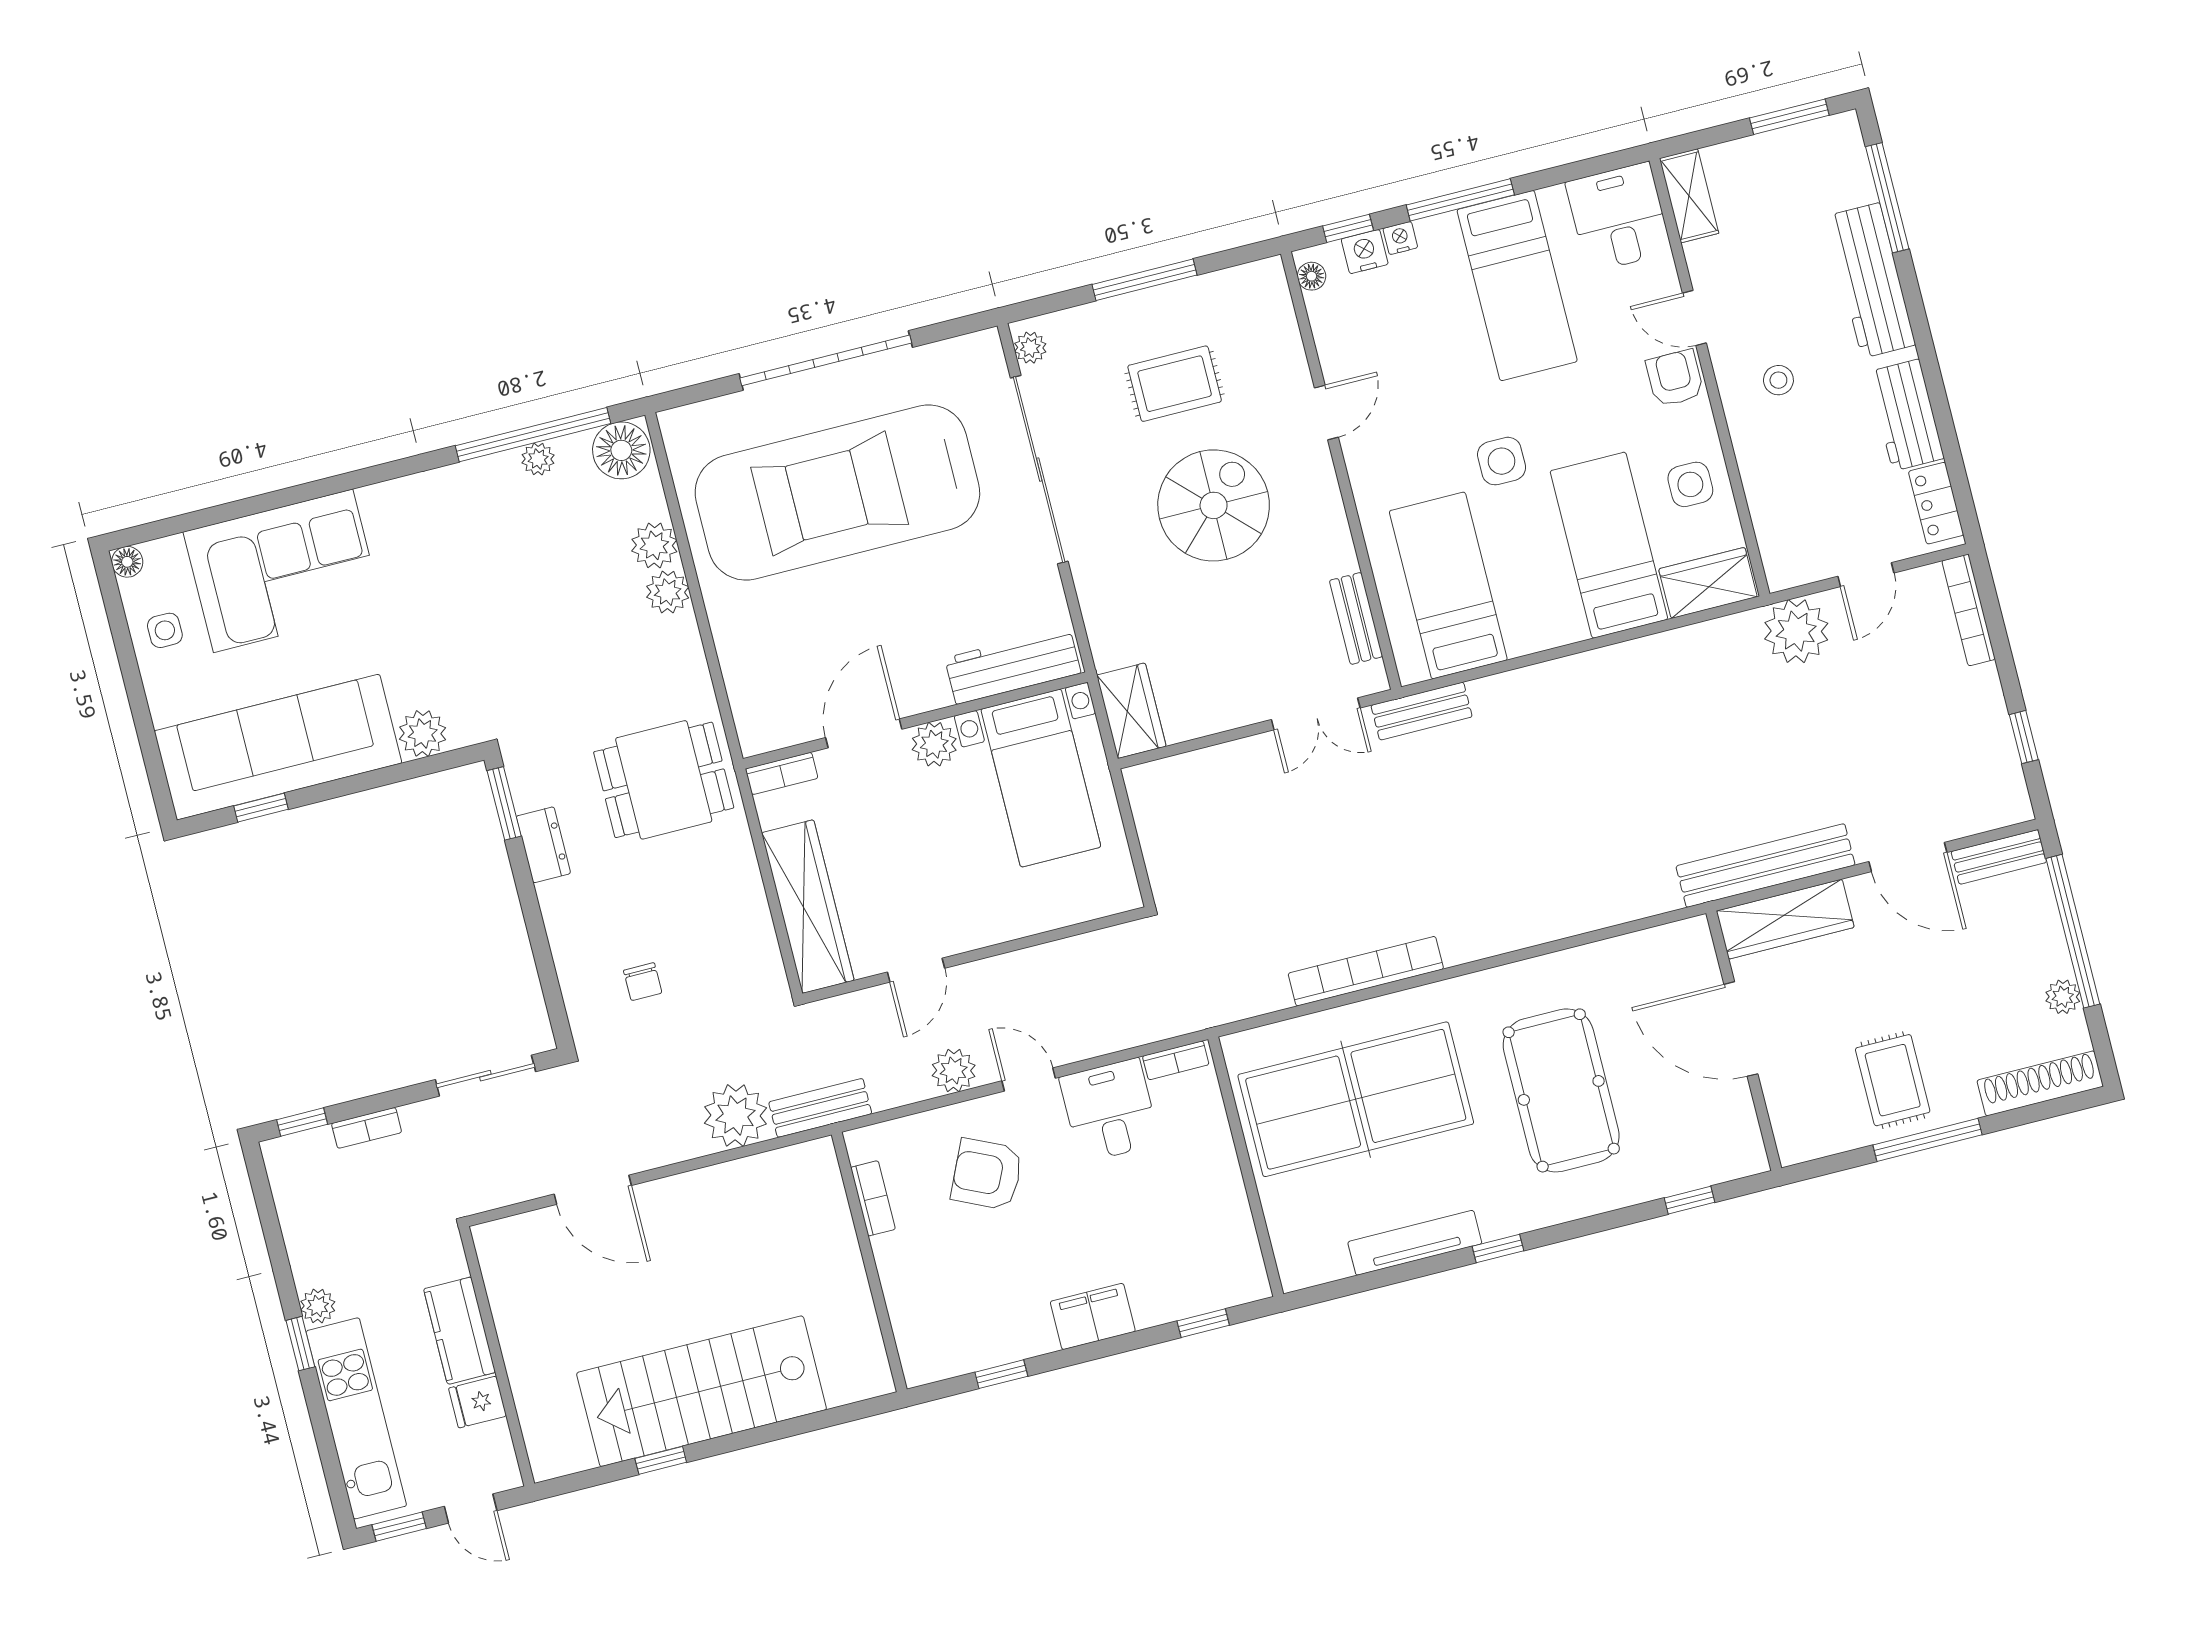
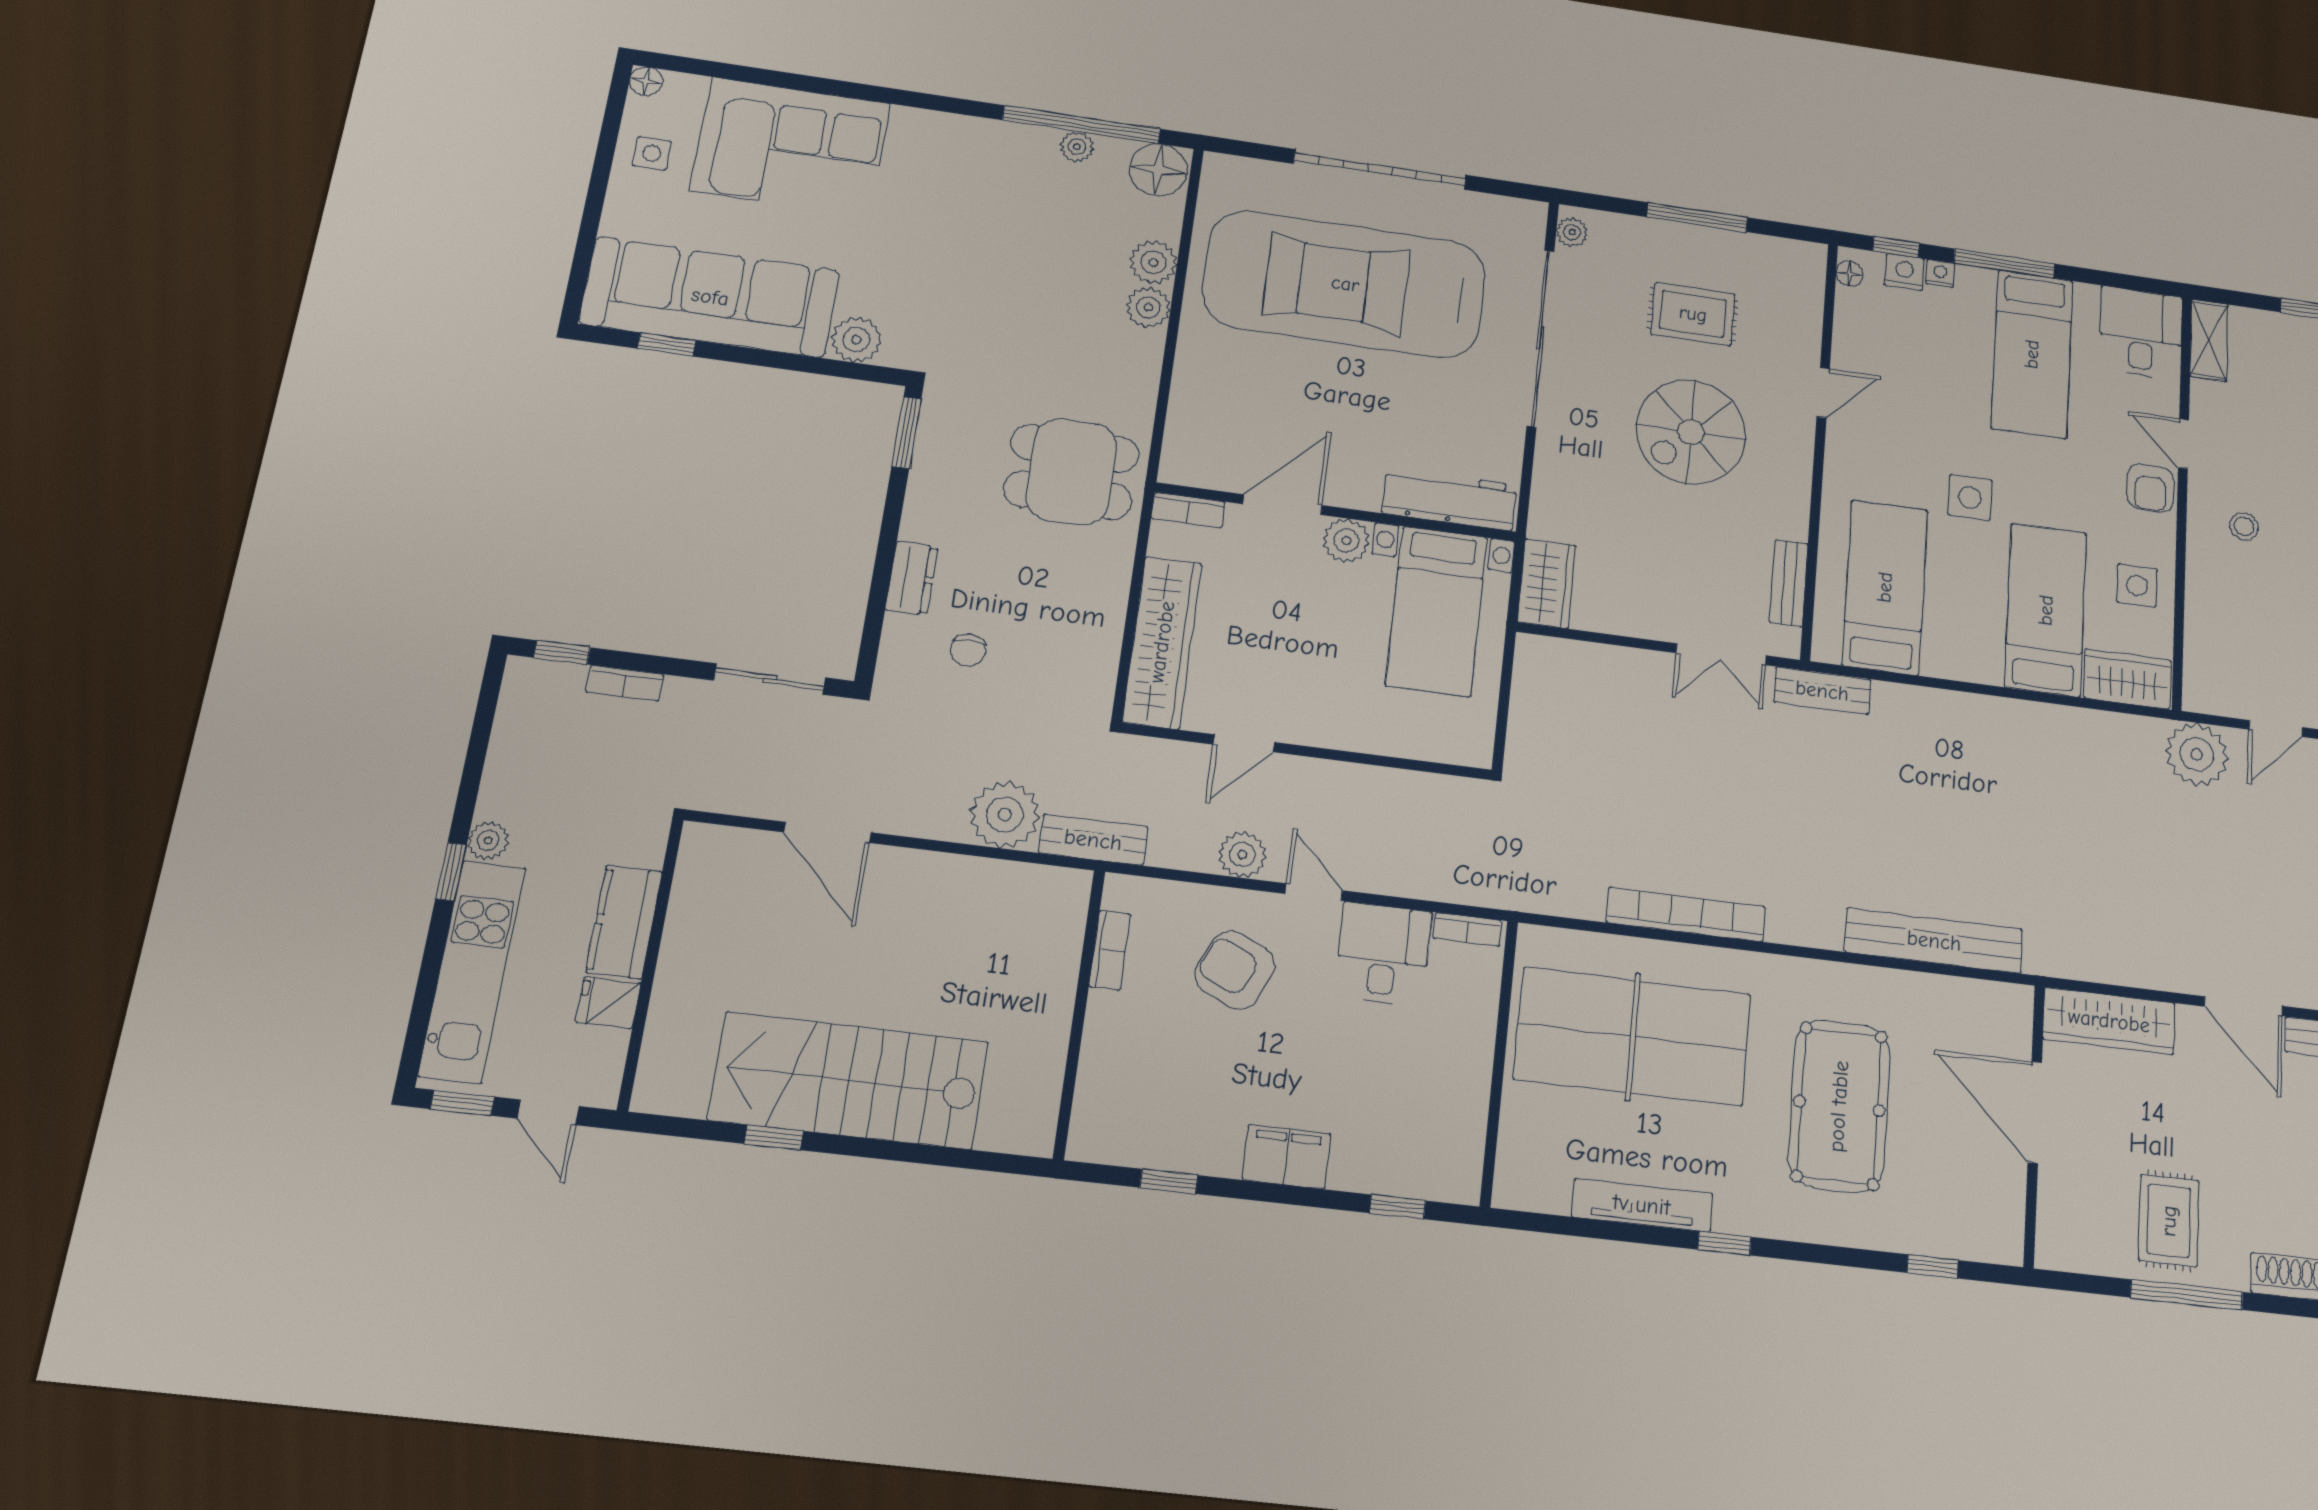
armchair: (1675, 378) -> (2150, 488), turned 180
spiral stairs: (1214, 505) -> (1691, 432), turned 180
dresser: (543, 845) -> (912, 578), moved
bench: (1765, 866) -> (1934, 941), moved

